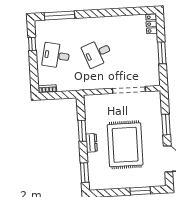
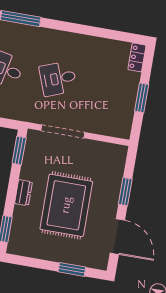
doorway: (129, 90) -> (63, 131), moved
window: (82, 131) -> (19, 151), moved

